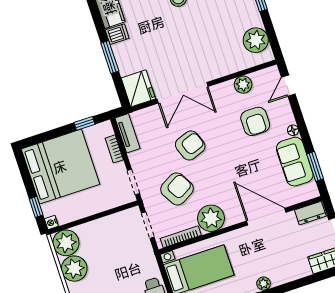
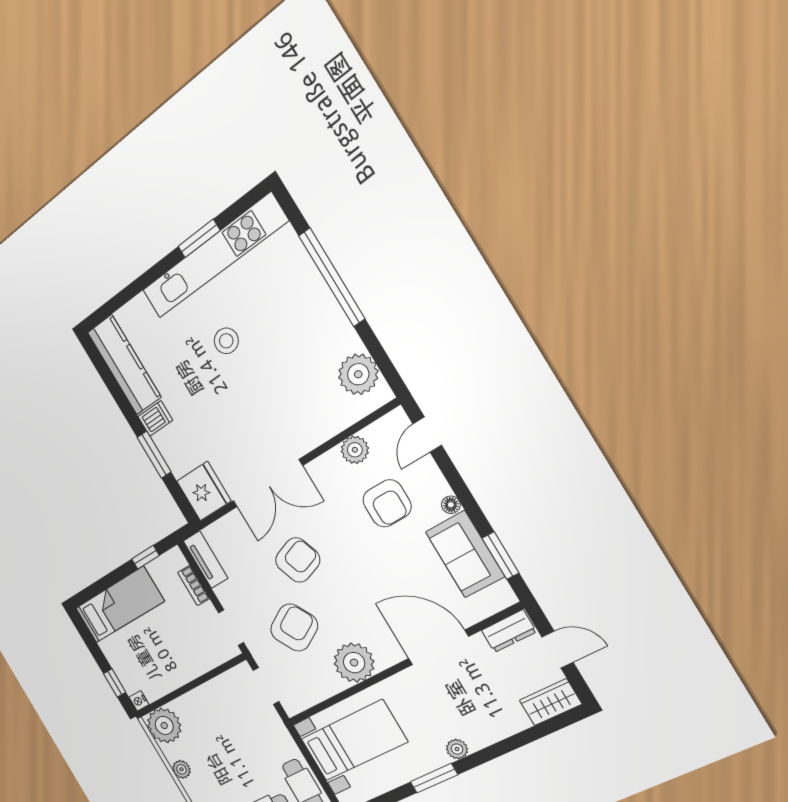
bed: (60, 167) -> (120, 605), width x0.49
bookcase: (181, 237) -> (316, 696), removed
plant: (74, 269) -> (181, 769), width x0.53, depth x0.53

